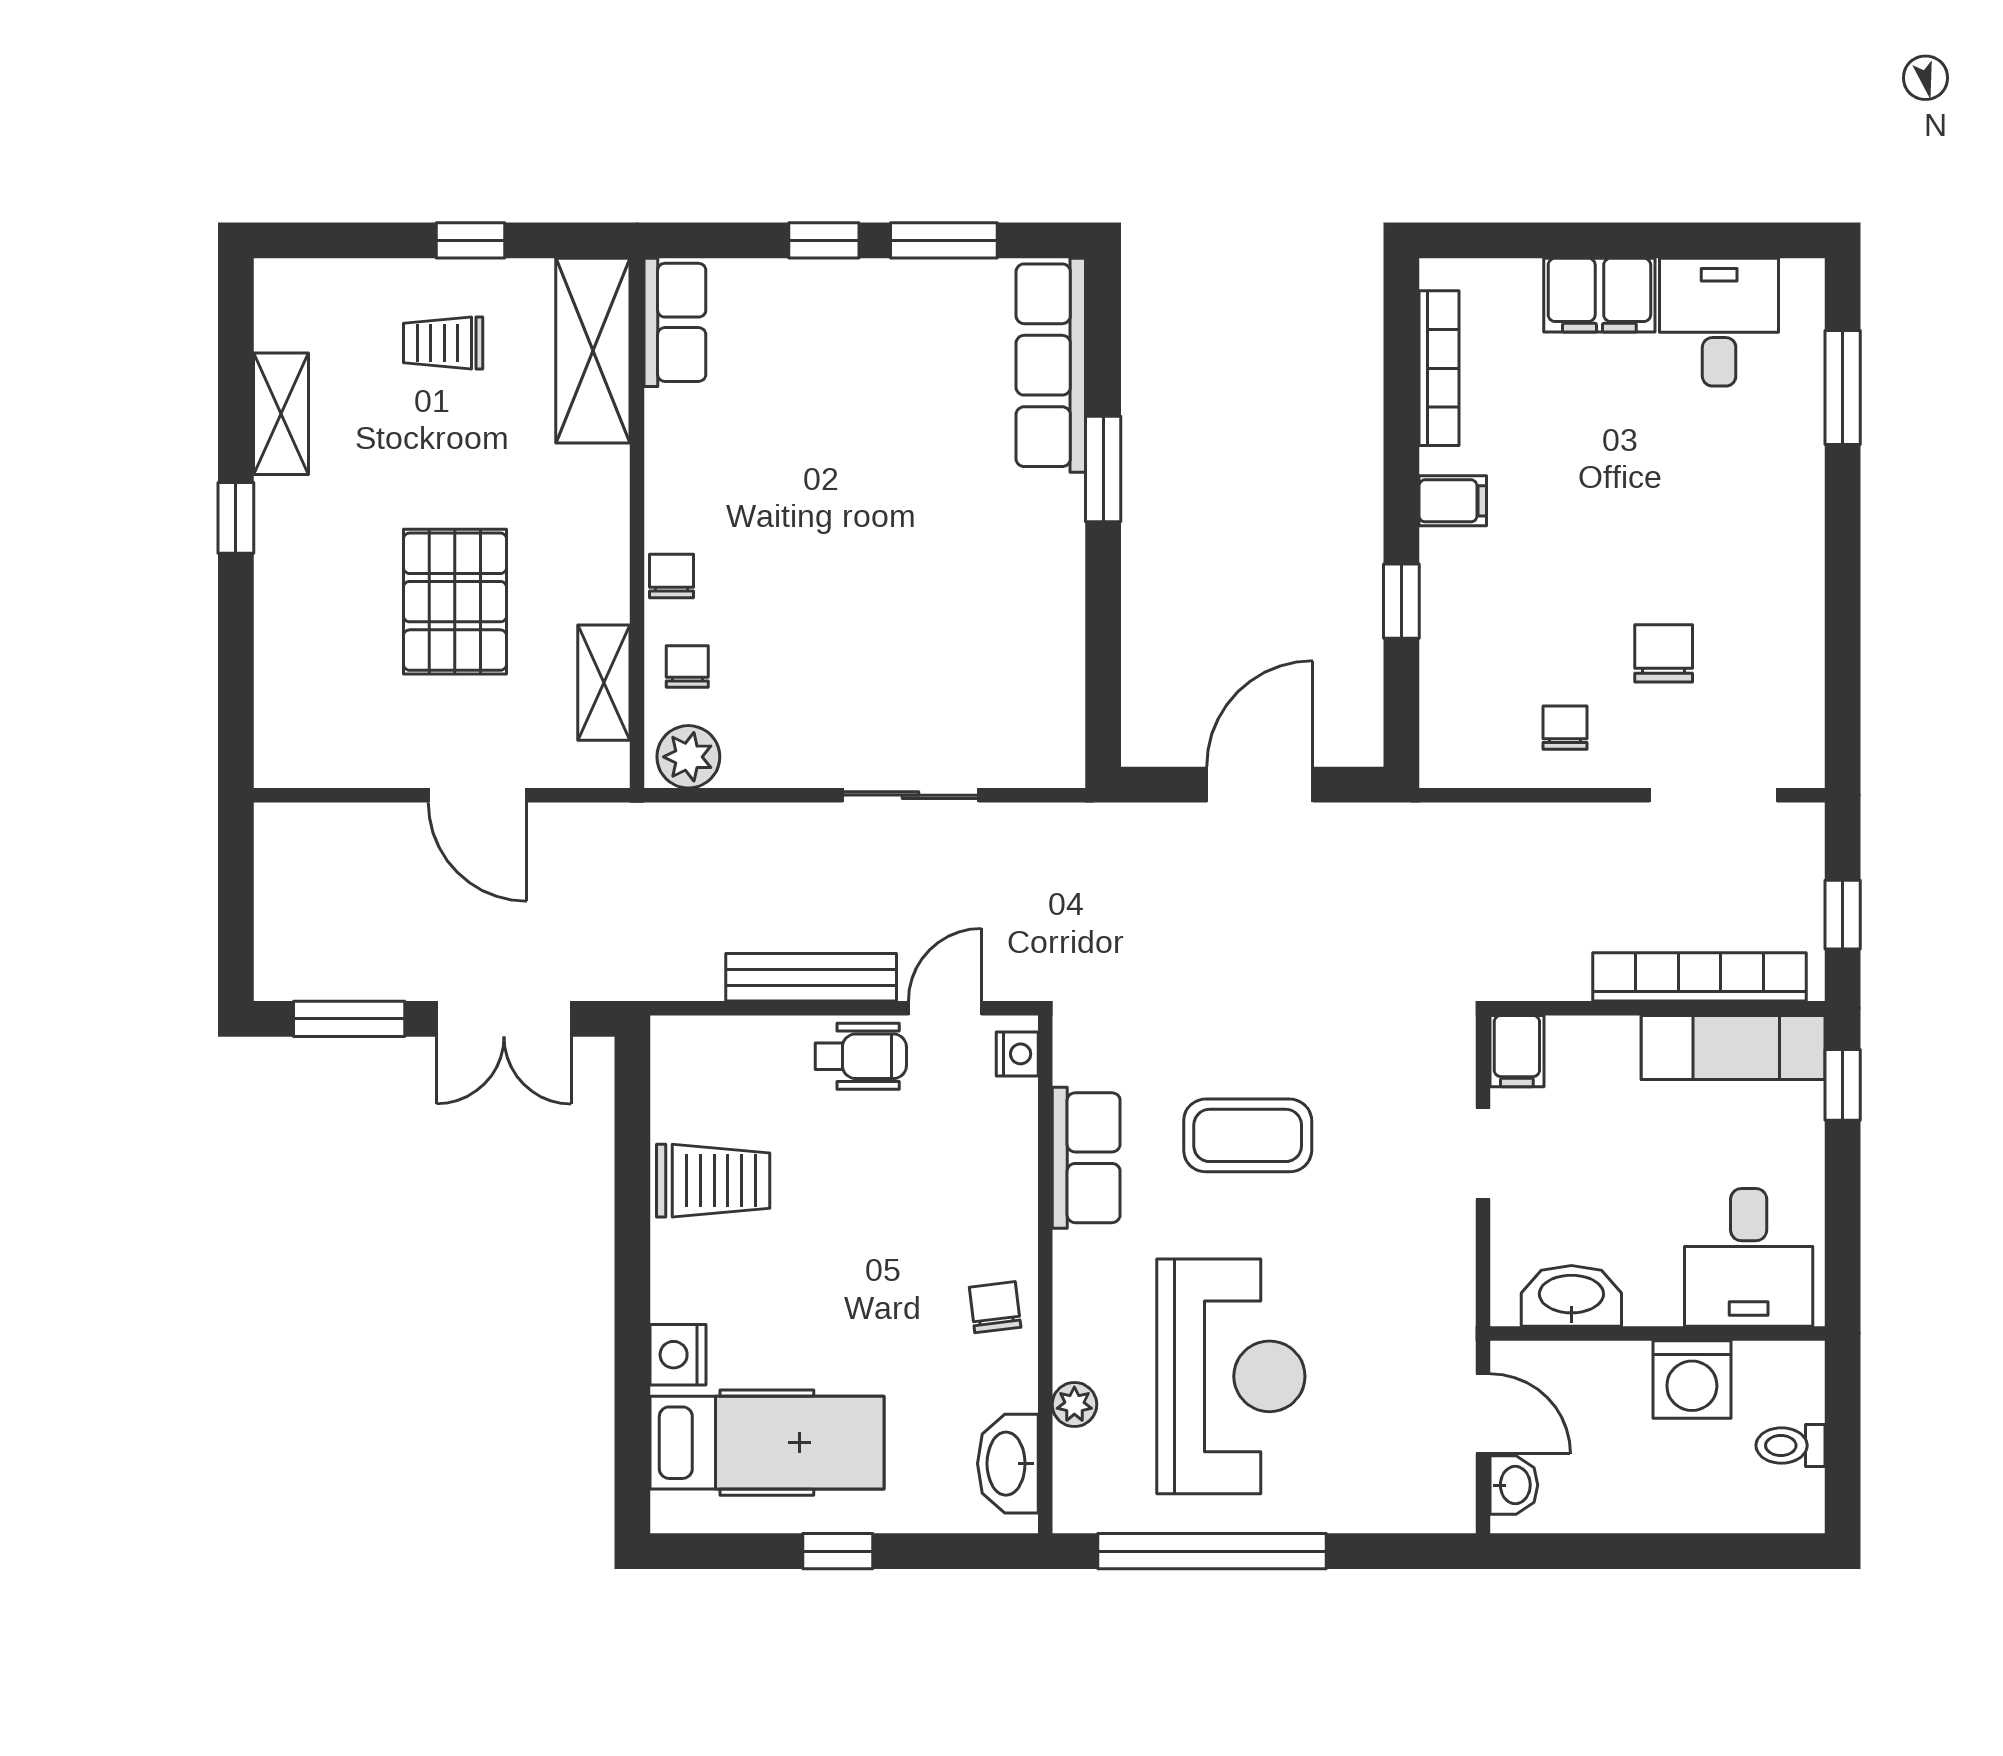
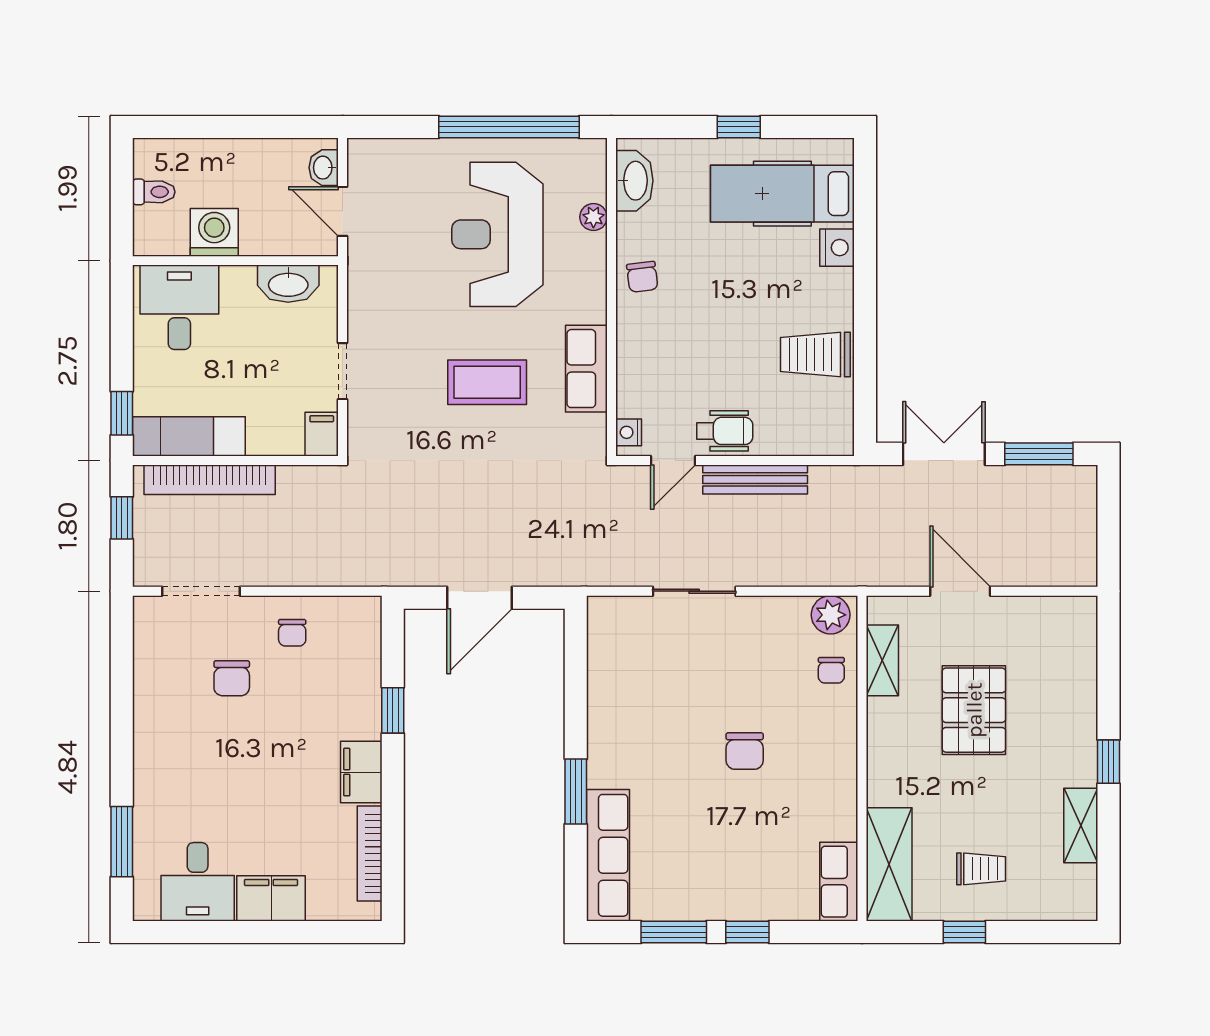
filing cabinet: (1453, 501) -> (361, 772), width x2.00
chair: (671, 576) -> (745, 751), moved, width x1.37, depth x1.37
wheelchair: (861, 1056) -> (725, 431), turned 180

